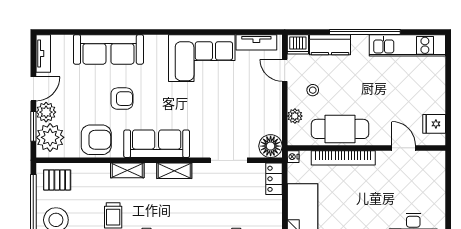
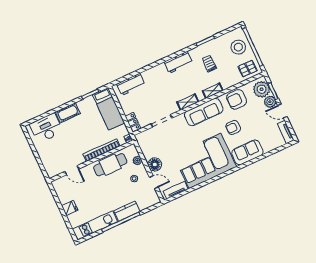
dishwasher: (298, 44) -> (153, 199), removed
kitchen counter: (330, 45) -> (127, 211), moved
sofa: (108, 49) -> (247, 152), width x0.73
corner sofa: (202, 58) -> (205, 161), width x1.36, depth x1.36
door: (33, 89) -> (282, 111), hinge flipped
fridge: (434, 124) -> (70, 208), moved
floor lamp: (271, 146) -> (155, 164), moved

